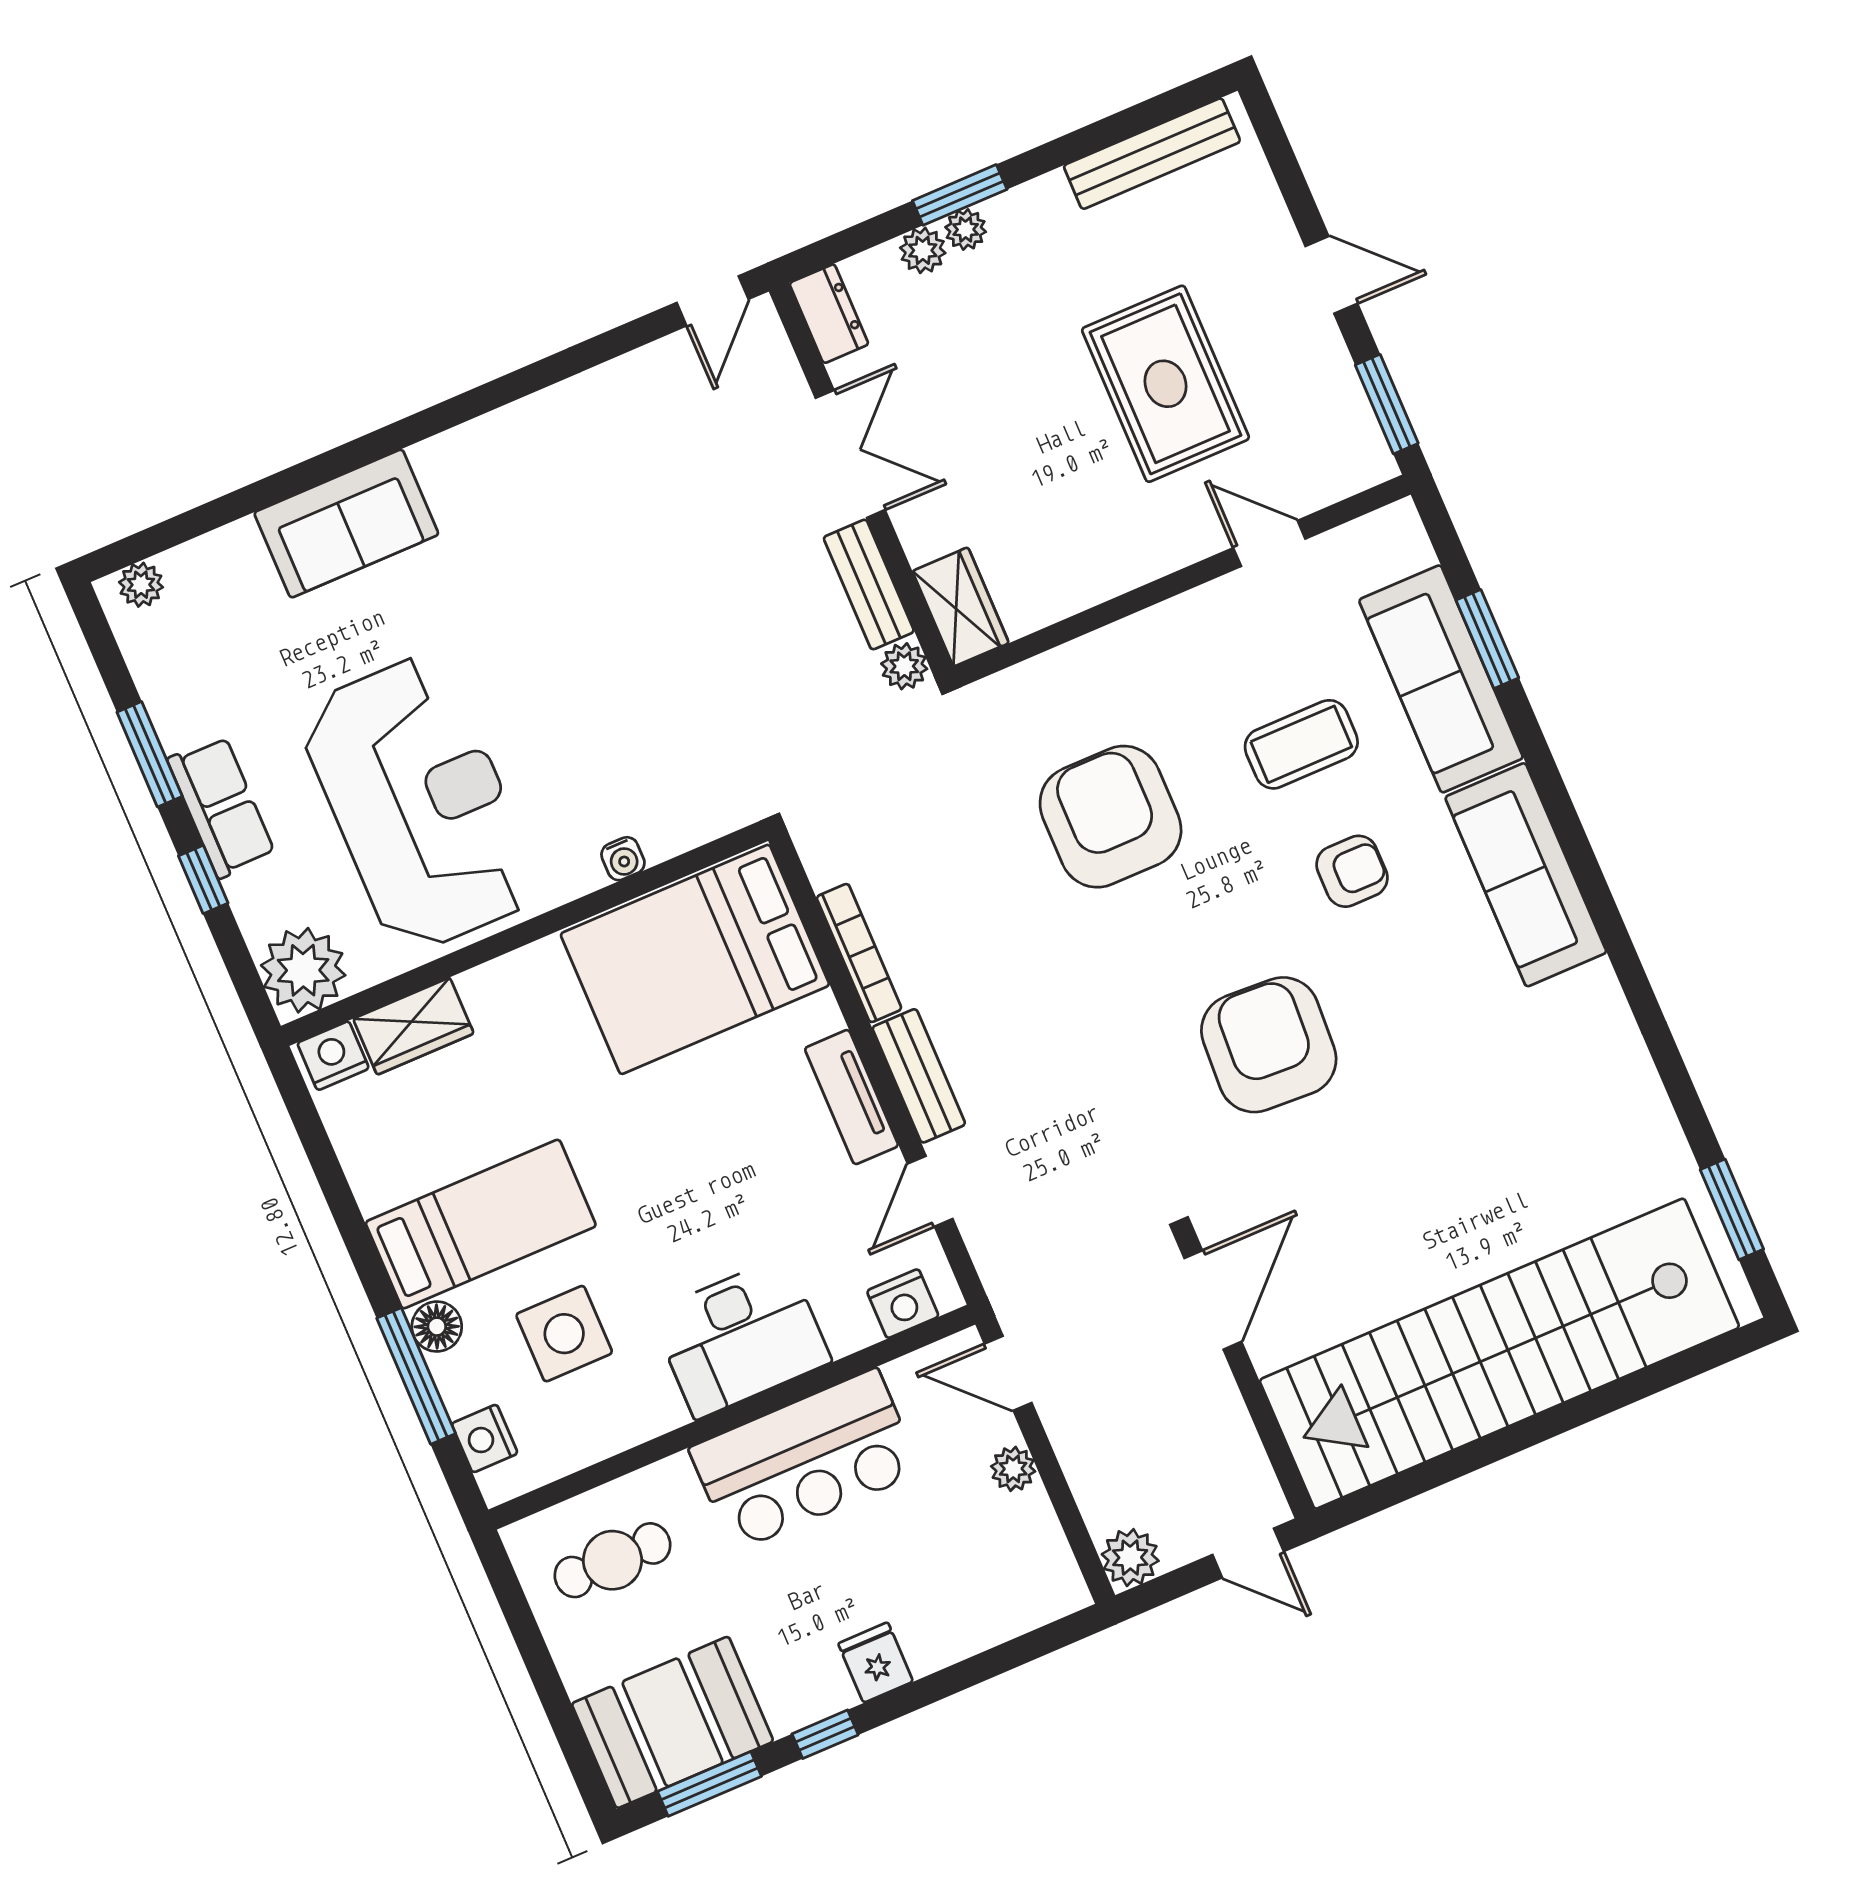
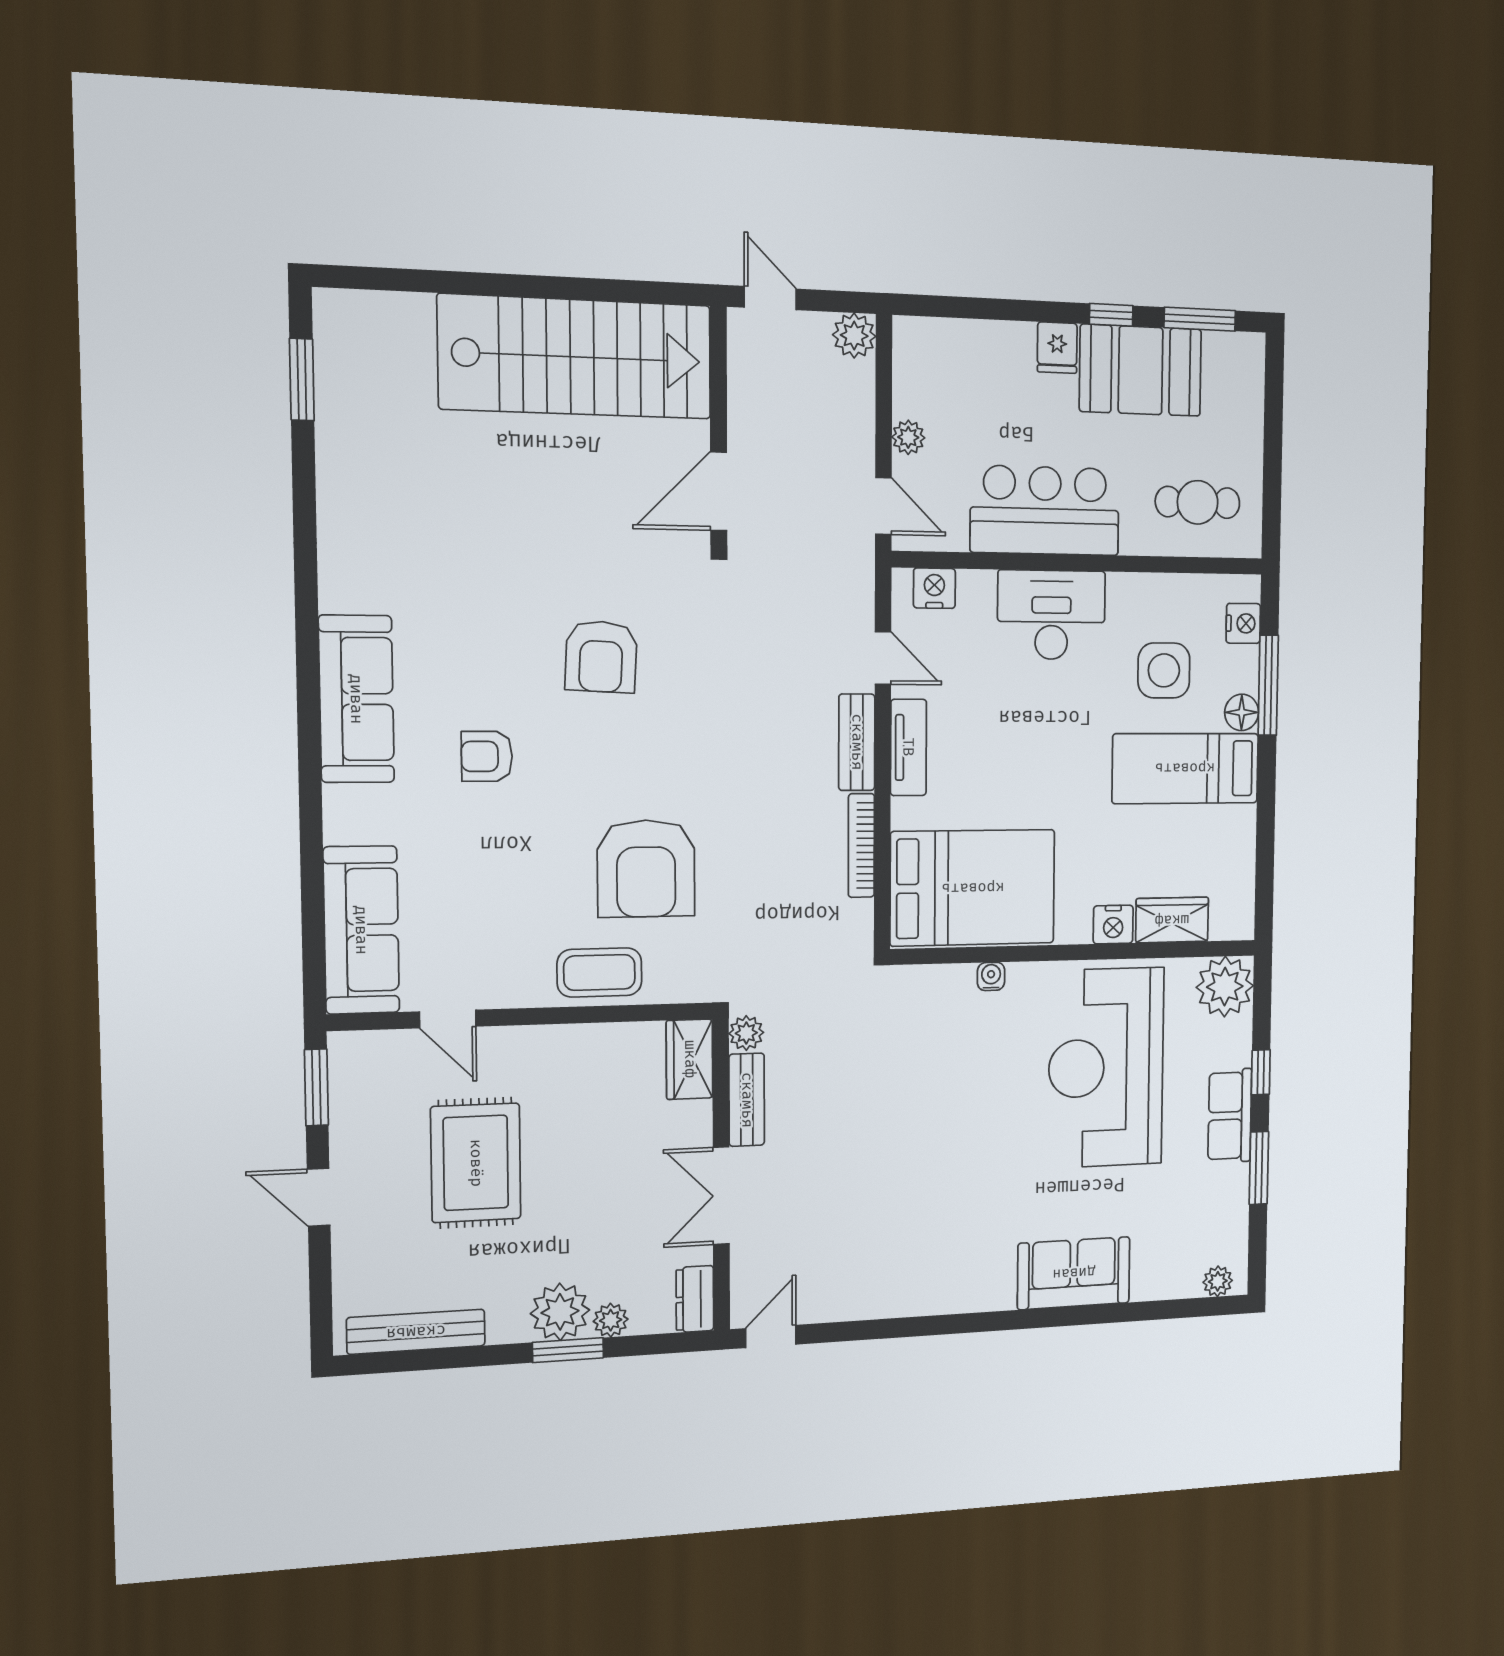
plant: (966, 229) -> (560, 1312), width x1.87, depth x1.87
window: (1487, 639) -> (312, 885), removed
sofa: (1441, 679) -> (361, 930), moved
coffee table: (1301, 744) -> (599, 972), moved
armchair: (1269, 1045) -> (601, 657), width x0.73, depth x0.73
nightstand: (333, 1056) -> (1113, 925), moved
door: (930, 1191) -> (883, 658), hinge flipped
stairs: (1499, 1354) -> (576, 357), width x0.73
booth: (672, 1722) -> (1141, 370), moved

